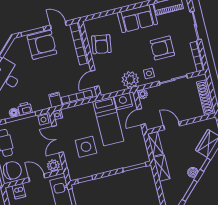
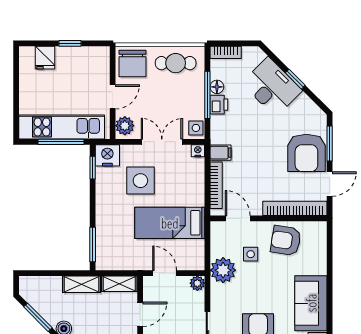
side table: (149, 73) -> (251, 254), moved
nightstand: (123, 101) -> (107, 155), moved, turned -90
dishwasher: (19, 191) -> (99, 66), removed

